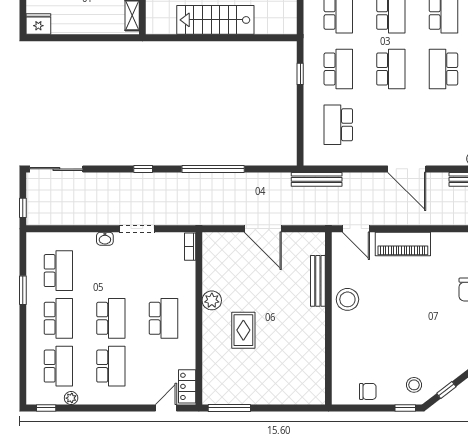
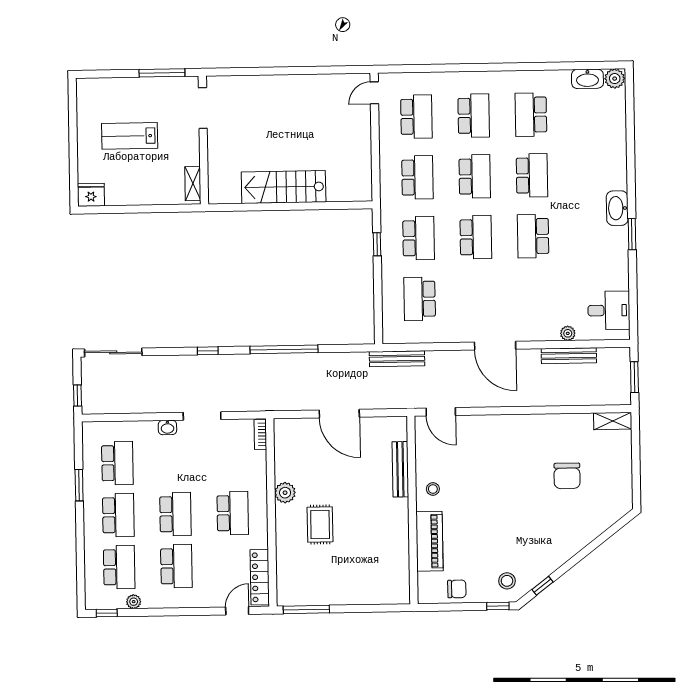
piano: (403, 244) -> (430, 541), moved, turned -90
stool: (347, 299) -> (433, 489), width x0.53, depth x0.53
locker: (187, 386) -> (260, 577), width x1.53

